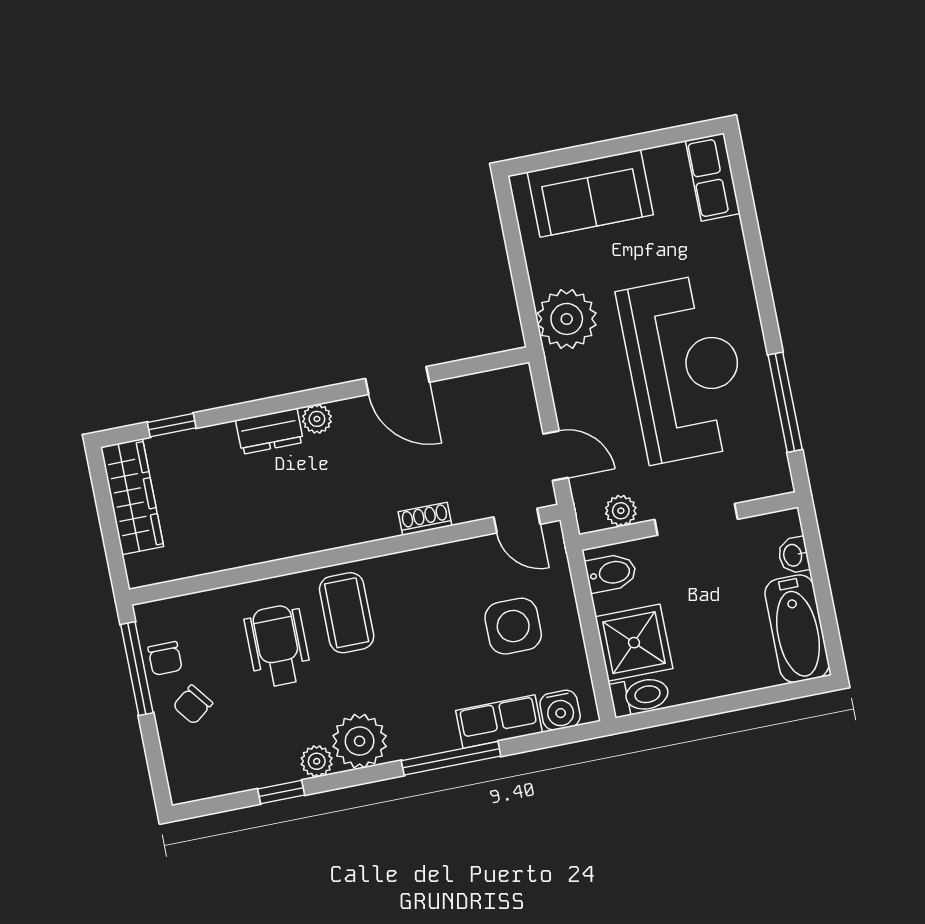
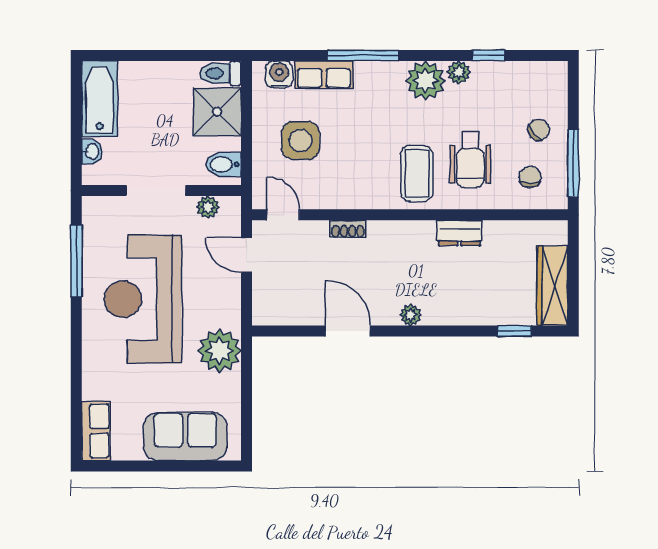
dresser: (270, 431) -> (459, 233), moved, turned 180
chair: (165, 658) -> (530, 177), moved

